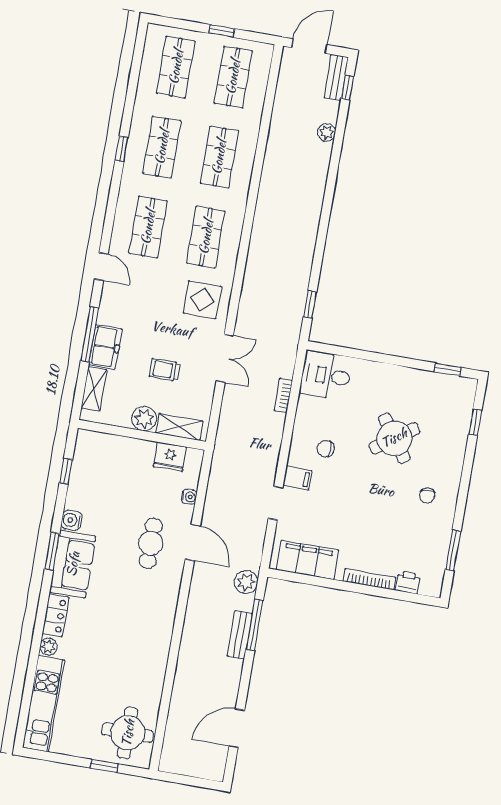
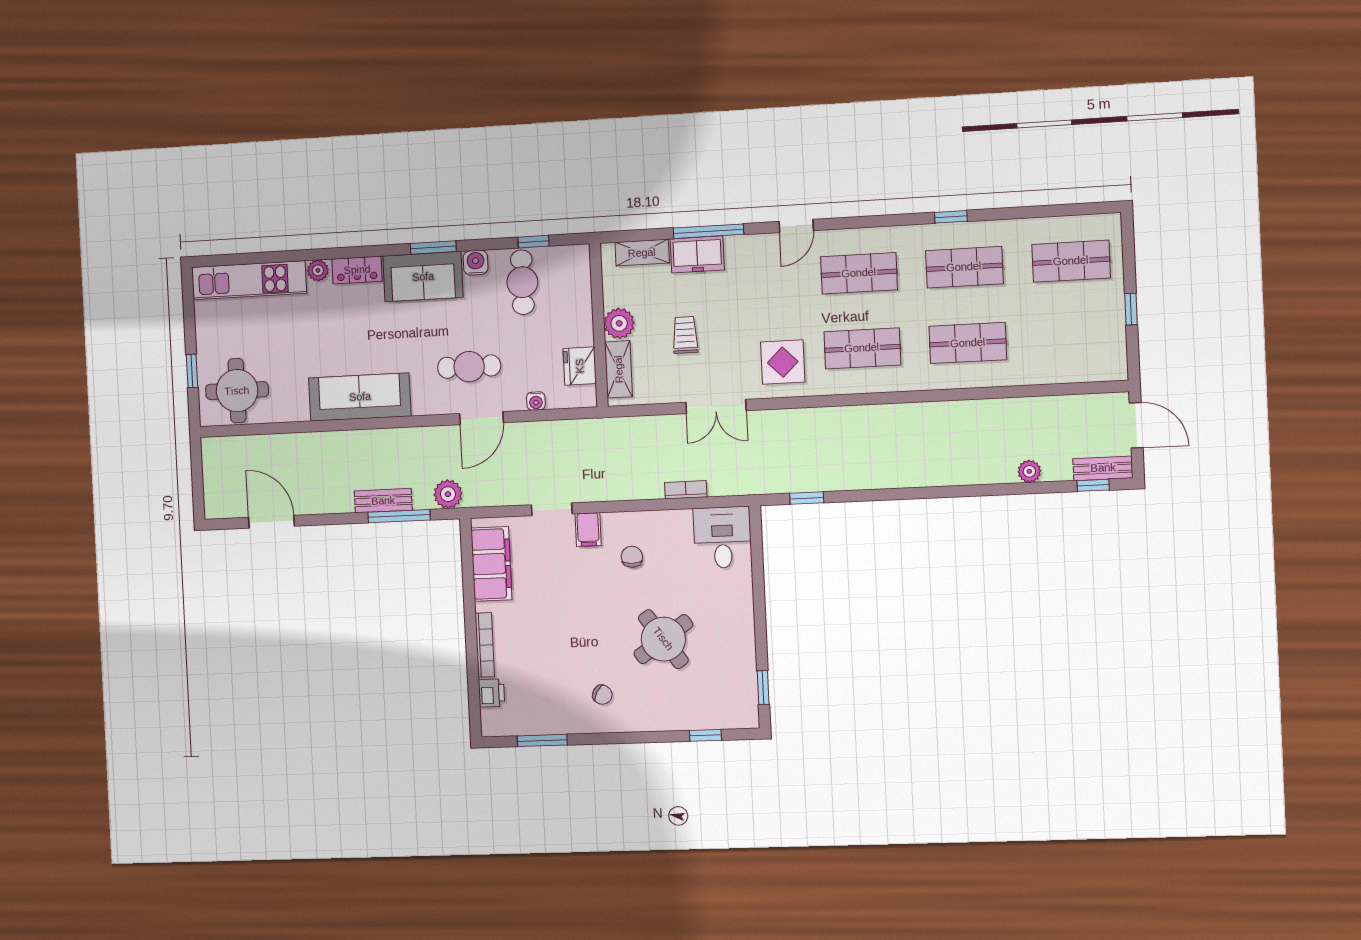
shop shelf: (233, 77) -> (1074, 337), removed
cafe table: (95, 487) -> (522, 282), added
chair: (427, 495) -> (602, 695), turned -143
sofa: (155, 635) -> (360, 397), added

